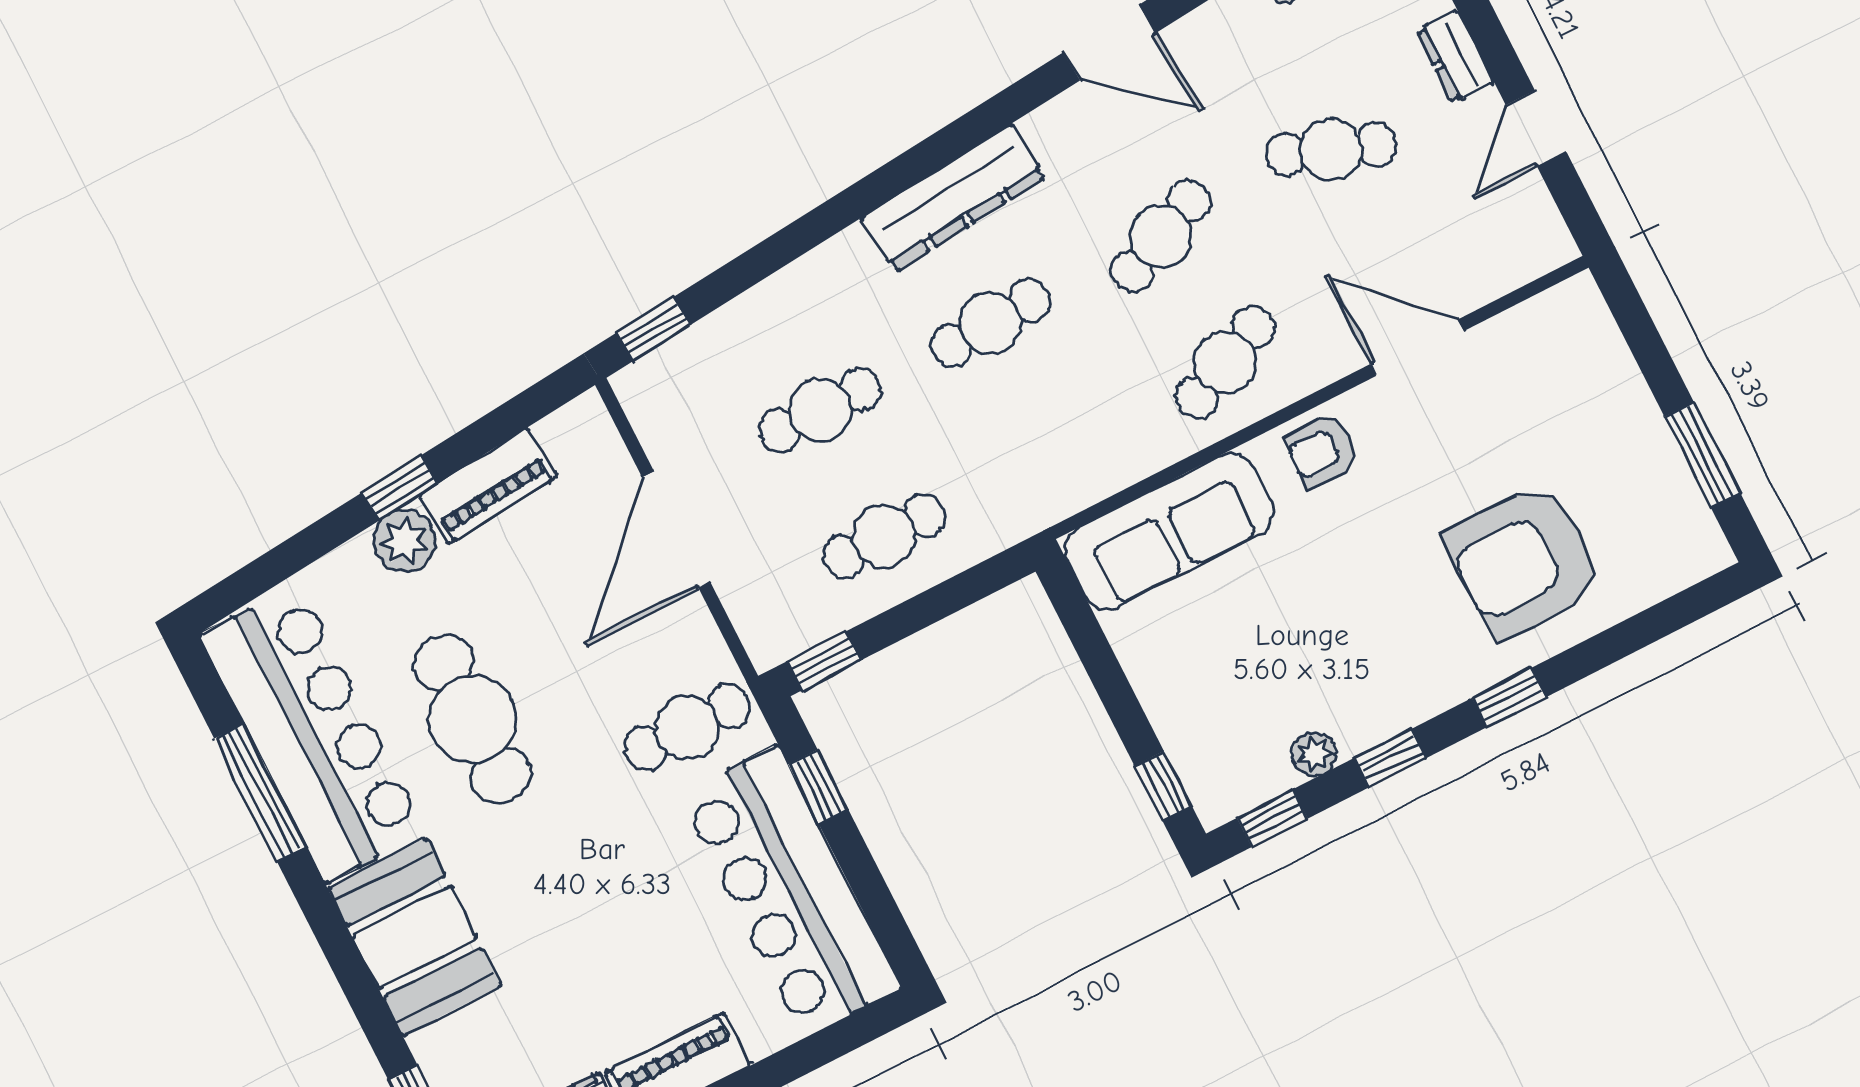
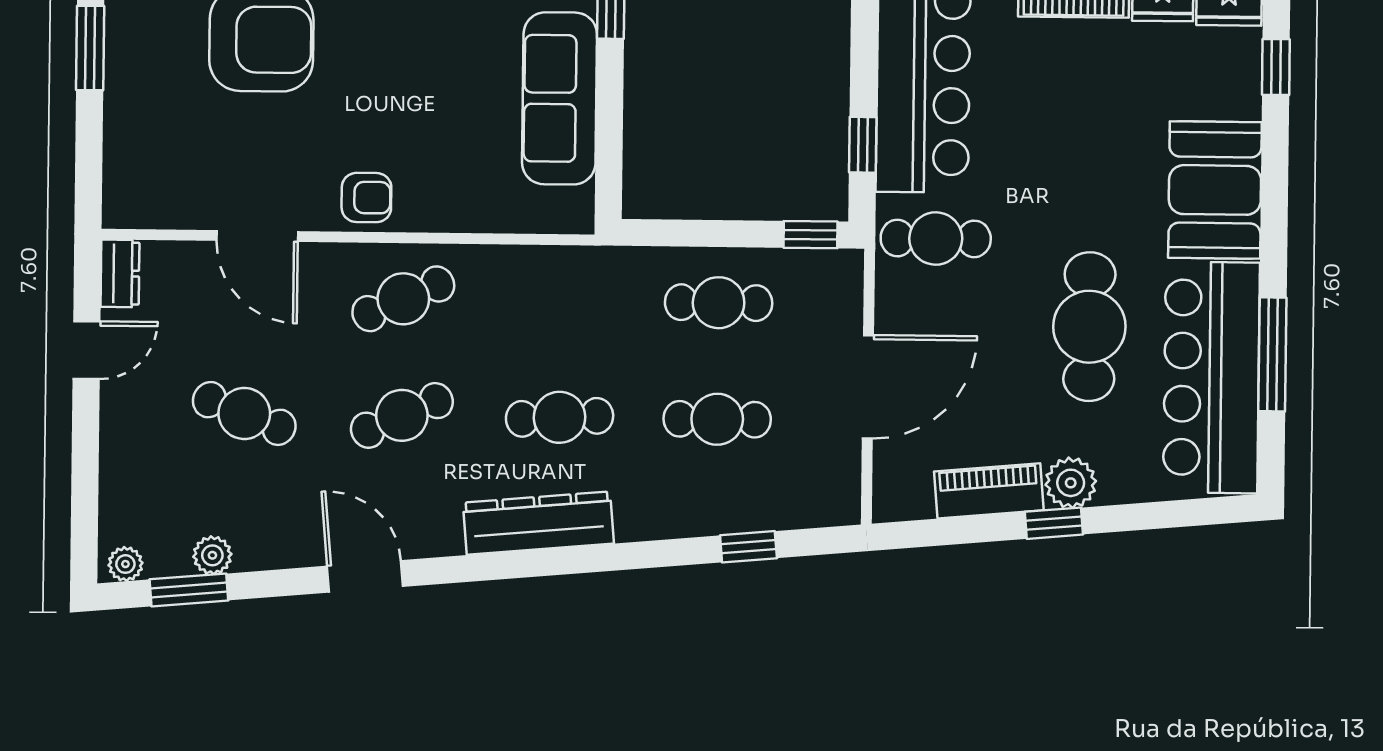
dresser: (1455, 57) -> (120, 273), moved
window: (653, 329) -> (748, 547), moved
sofa: (1169, 531) -> (560, 98), moved, turned -90

